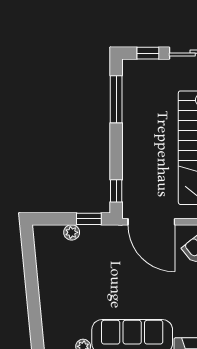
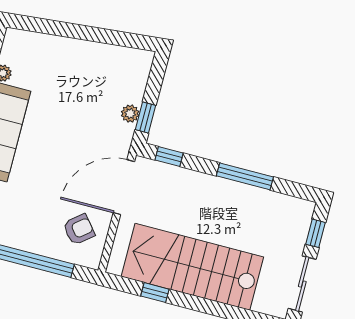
window: (116, 99) -> (245, 176), moved
plant: (72, 232) -> (130, 114), moved

